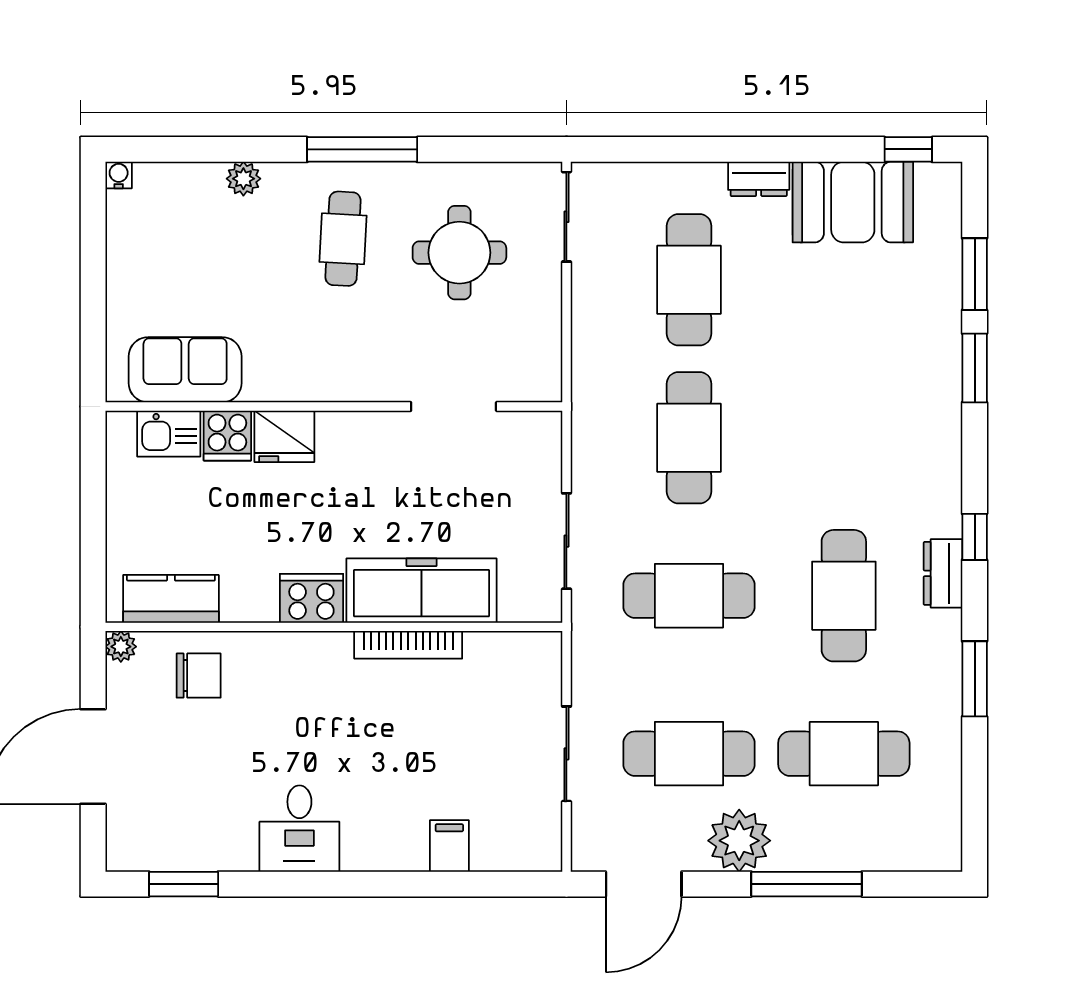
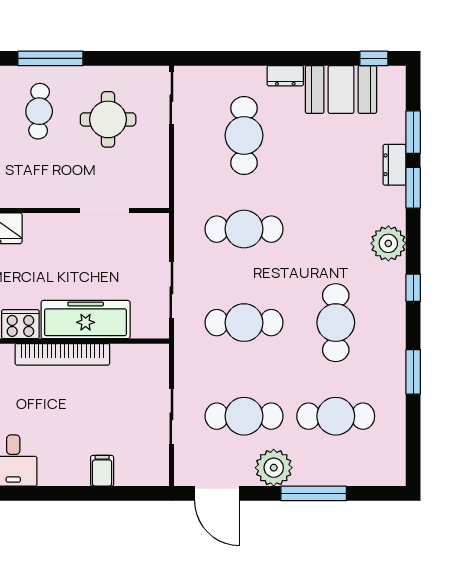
cafe table: (689, 438) -> (244, 229), turned 90
plant: (933, 462) -> (388, 243), added
dresser: (943, 573) -> (394, 165), moved
bookcase: (408, 645) -> (62, 354), width x1.48, depth x1.31
door: (644, 884) -> (217, 493), hinge flipped

